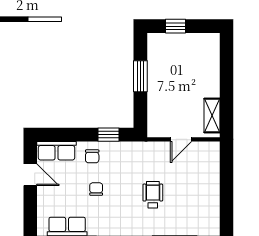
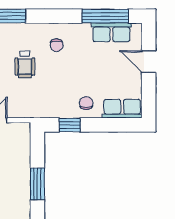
door: (30, 175) -> (149, 62), moved
chair: (96, 189) -> (57, 45), moved

